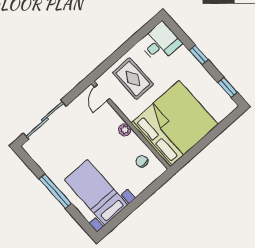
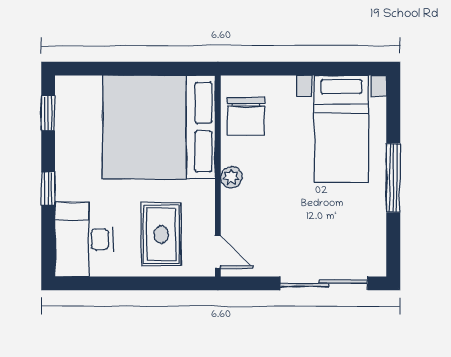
desk: (160, 43) -> (84, 239), width x1.37
door: (102, 93) -> (218, 252), hinge flipped
chair: (142, 161) -> (246, 116), width x1.87, depth x1.87

